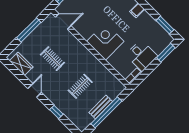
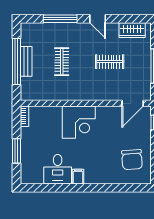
window: (165, 25) -> (41, 188), removed
window: (166, 53) -> (16, 151), moved
desk: (142, 55) -> (58, 169), moved, turned -90
window: (56, 112) -> (60, 19), width x2.17

